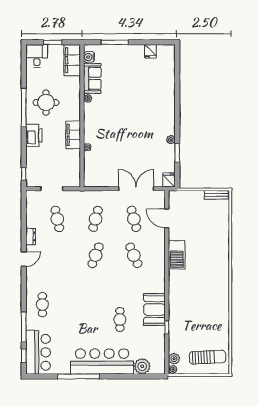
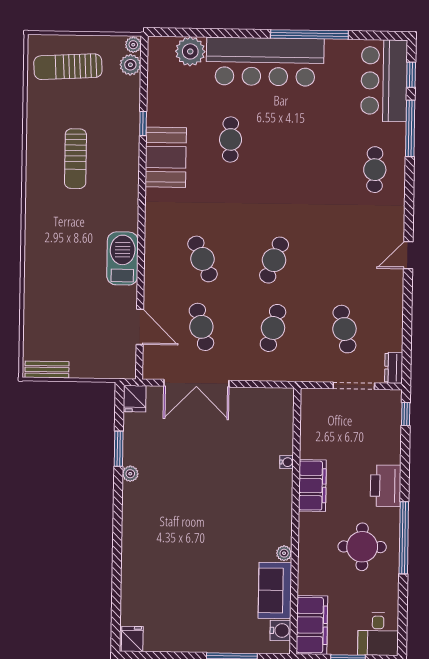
fridge: (150, 51) -> (132, 639), moved
dresser: (31, 237) -> (394, 368), moved
sun lounger: (203, 308) -> (75, 159), added

